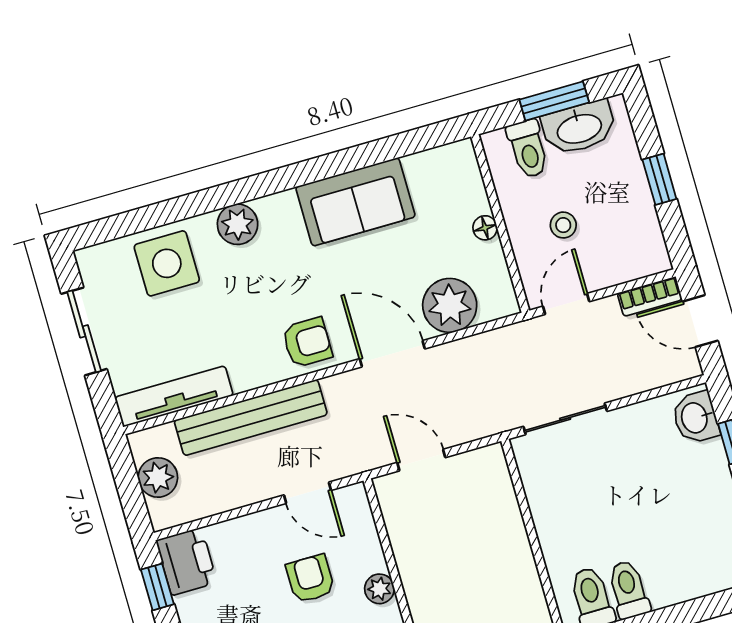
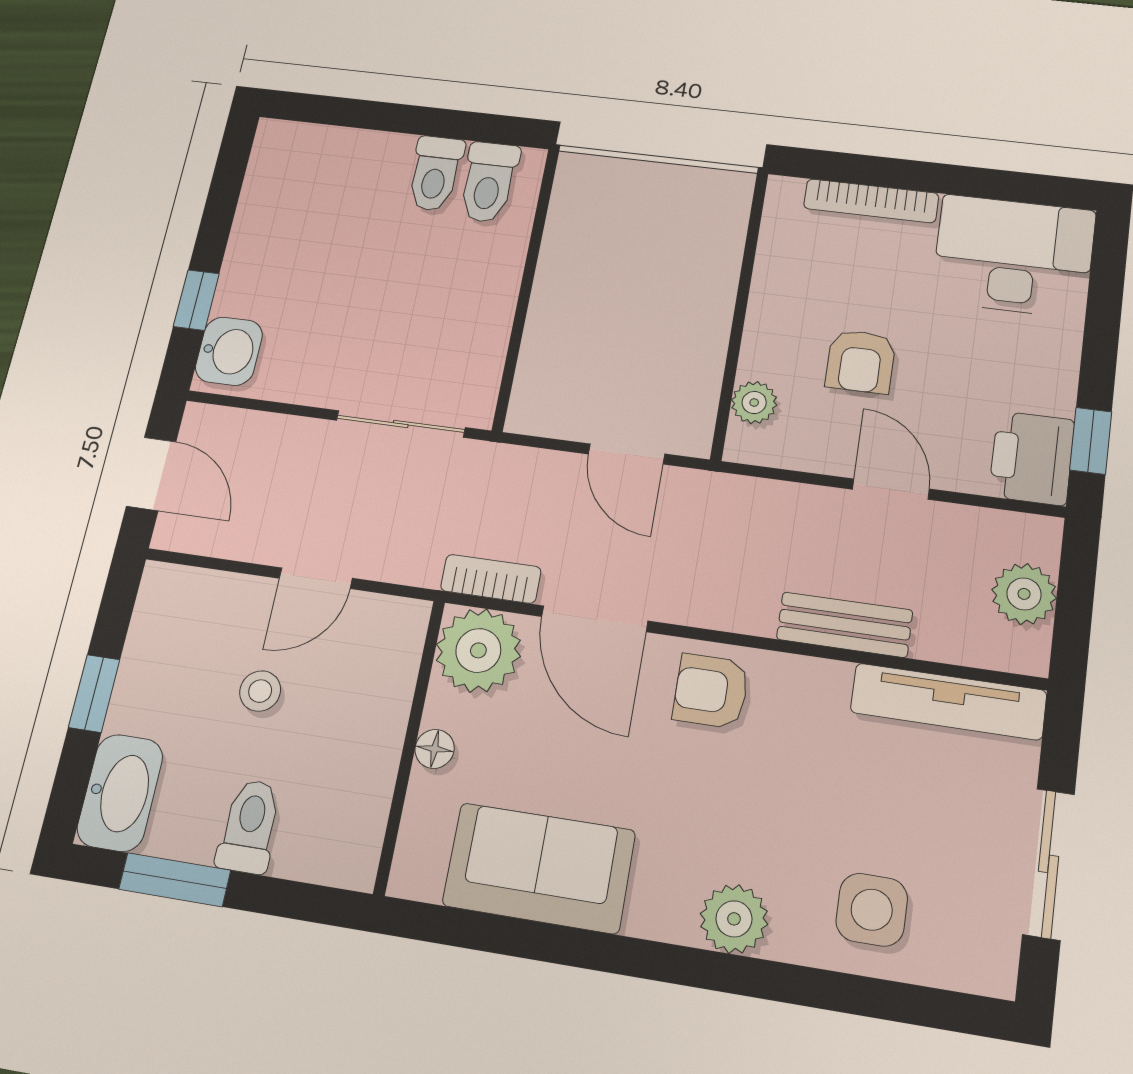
washbasin: (579, 128) -> (120, 793), moved, turned 90
wall: (500, 223) -> (410, 745), moved
floor lamp: (485, 228) -> (435, 749), moved
side table: (167, 263) -> (872, 910), width x0.73, depth x0.73
bookcase: (650, 297) -> (491, 579), moved
bench: (251, 418) -> (845, 625), width x0.54, depth x0.82
door: (307, 493) -> (891, 489), moved
plant: (379, 589) -> (754, 402), moved

